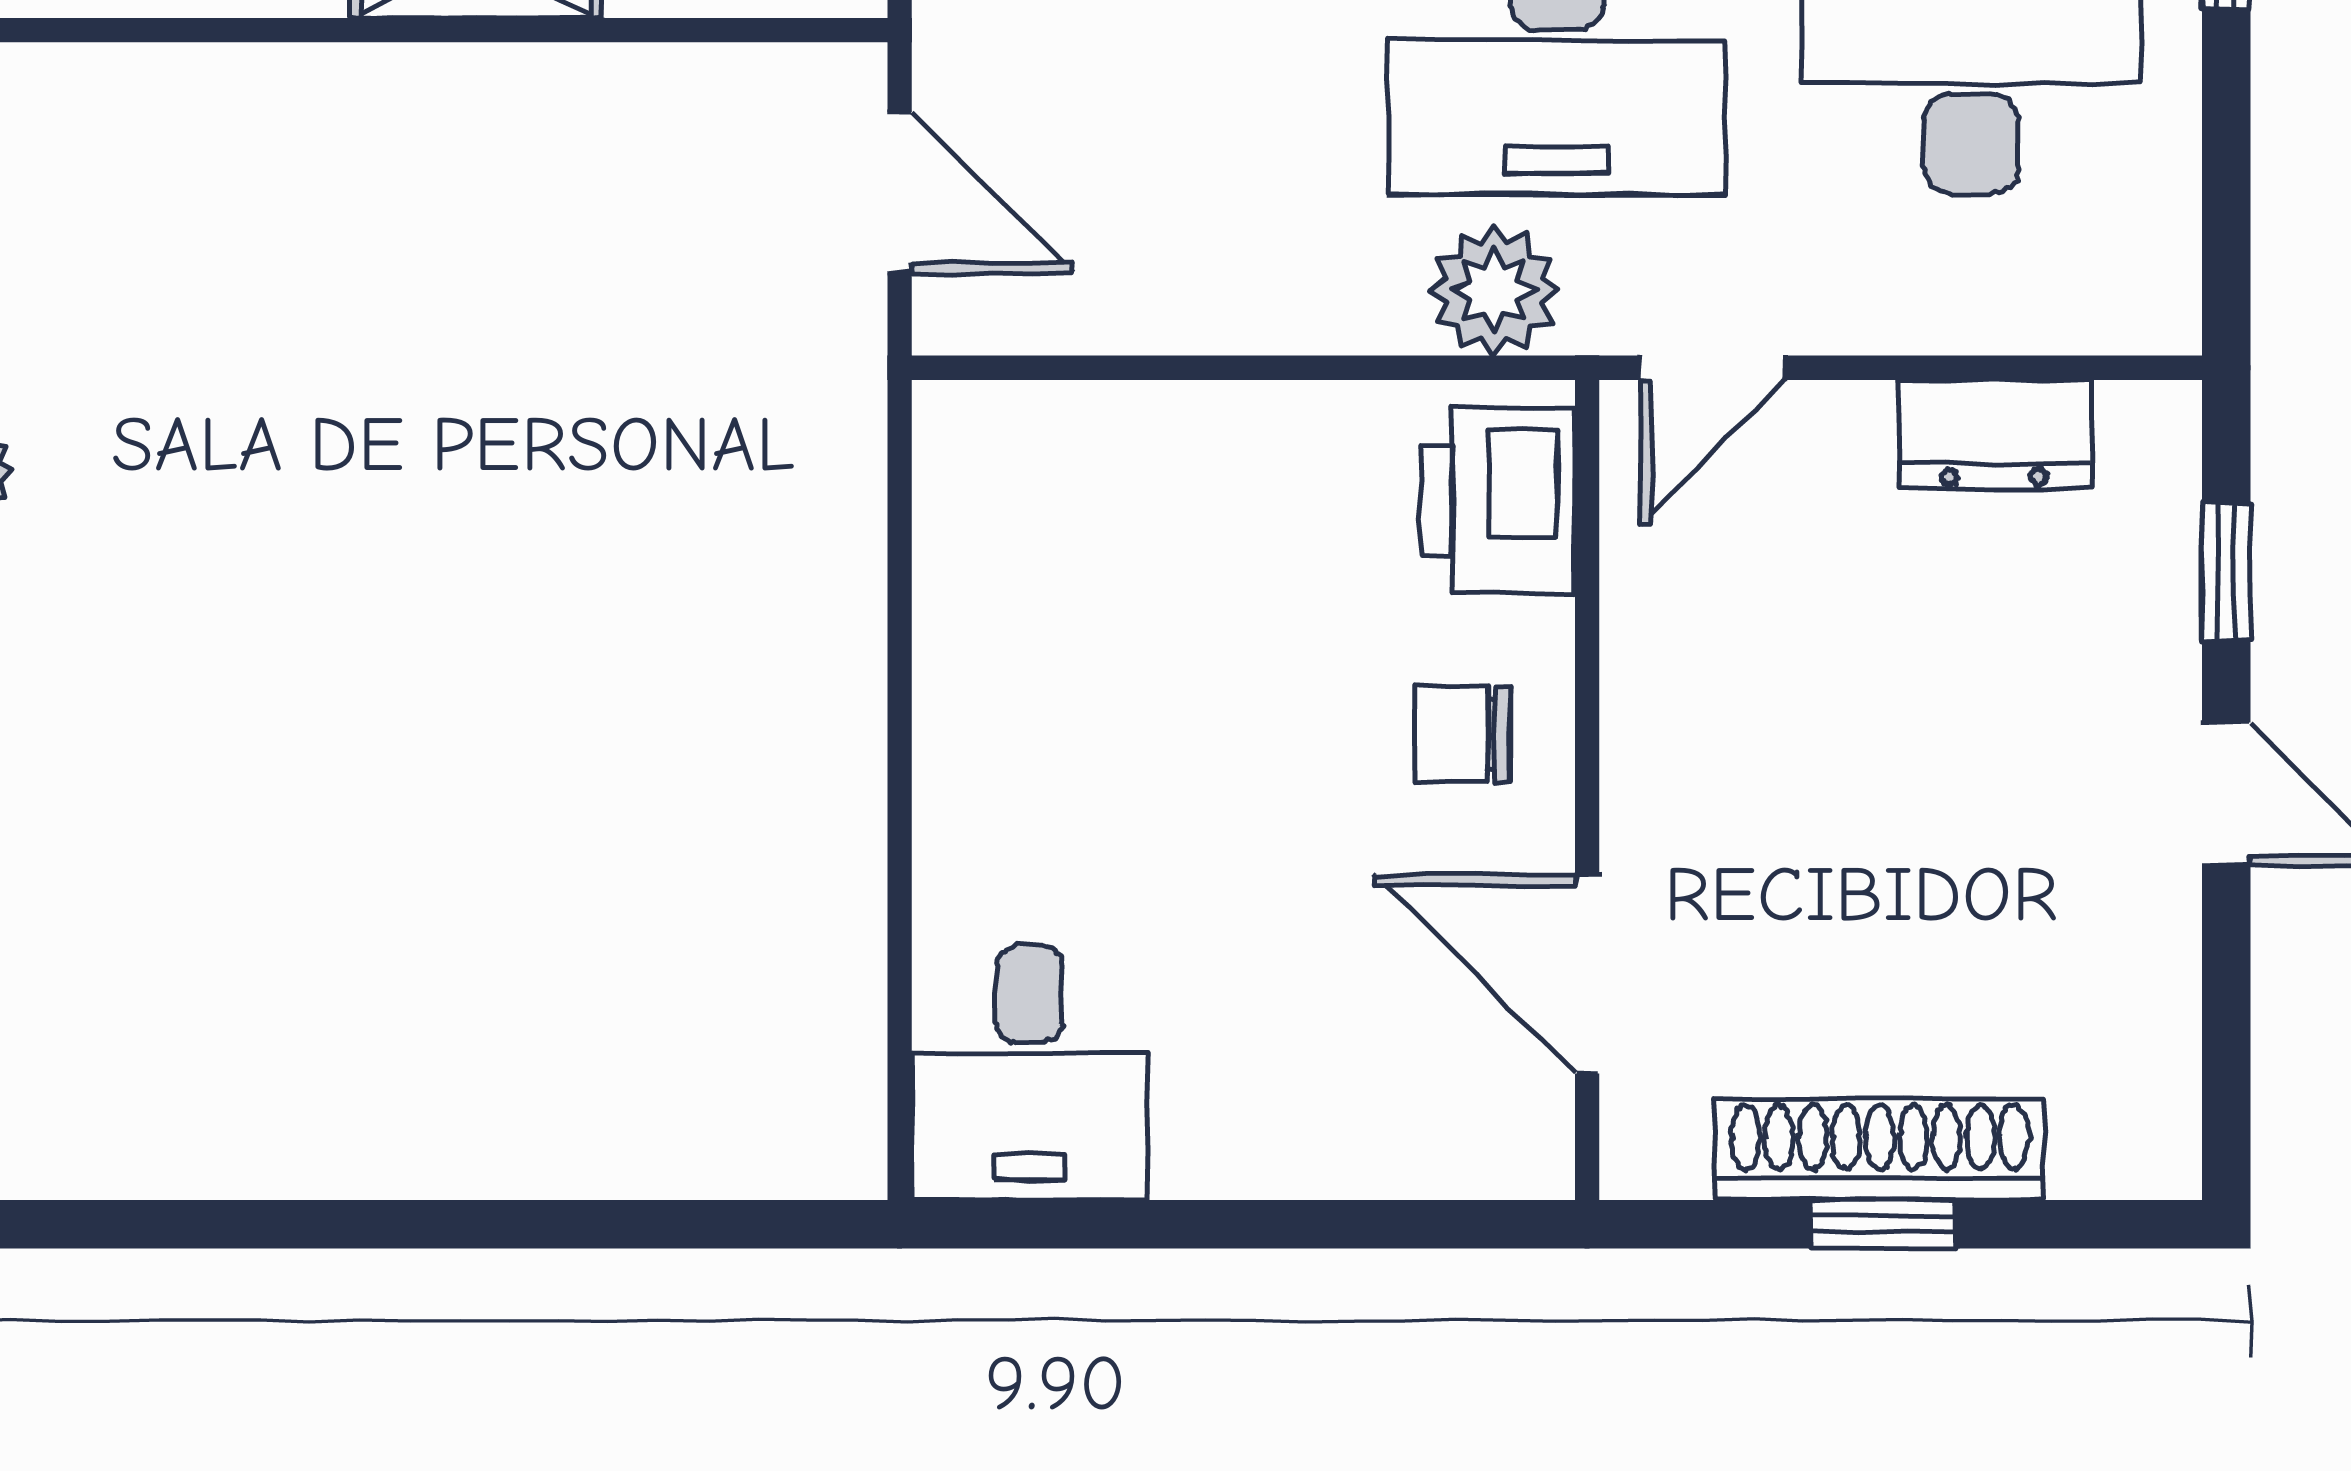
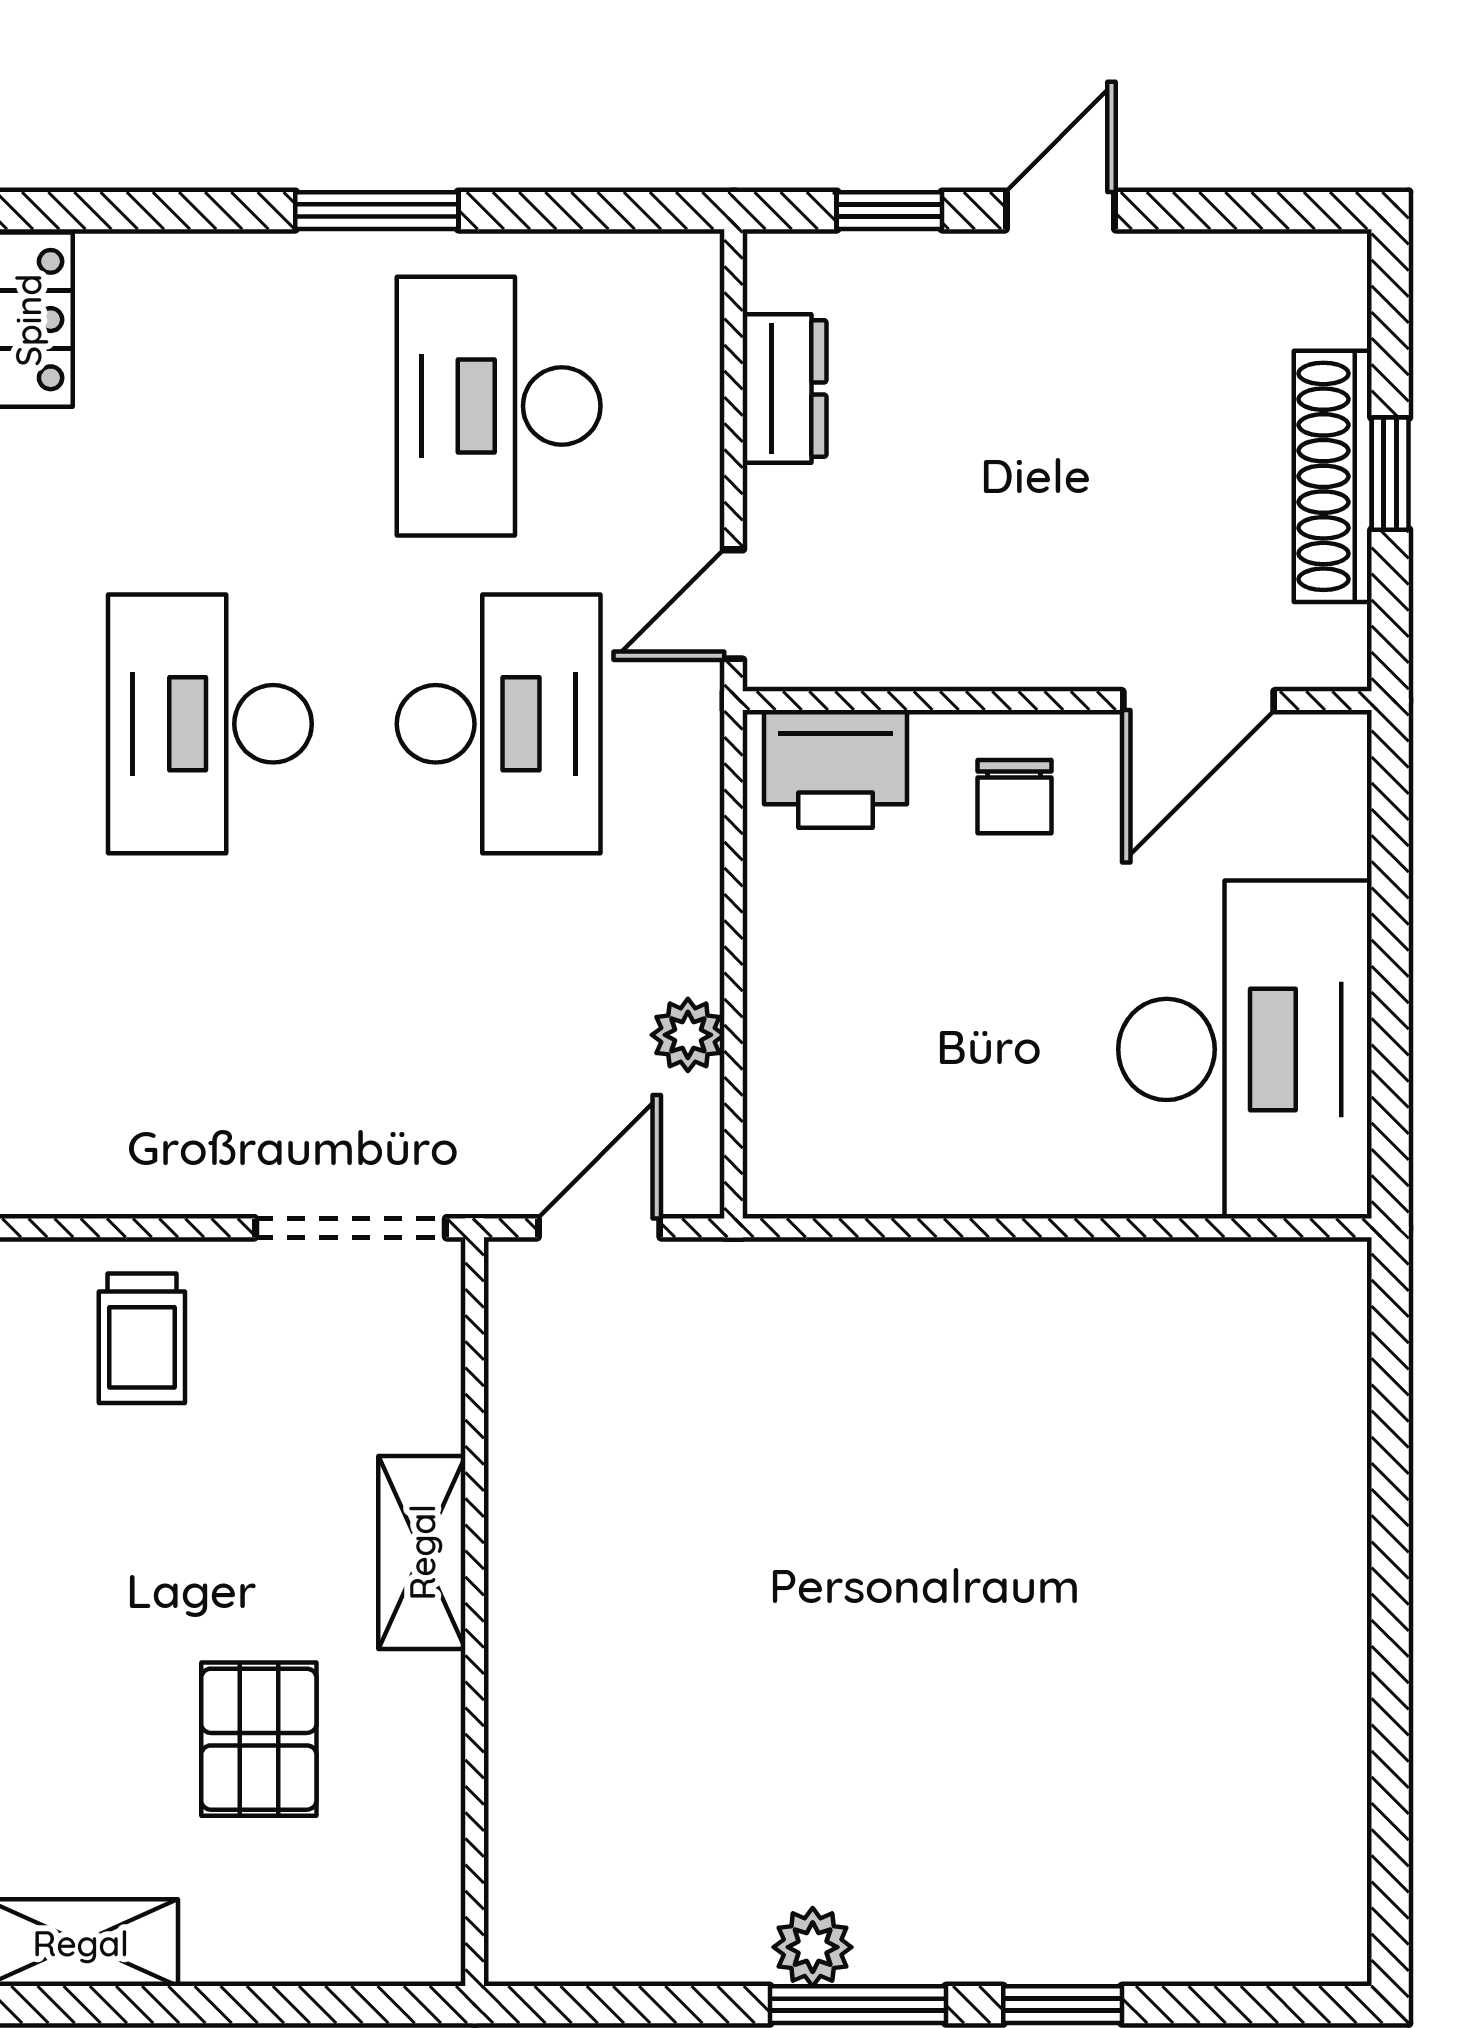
plant: (1494, 291) -> (688, 1035), moved, width x0.73, depth x0.73
door: (1713, 368) -> (733, 604), swing flipped
desk: (1029, 1073) -> (1245, 1049), width x1.87, depth x1.30

